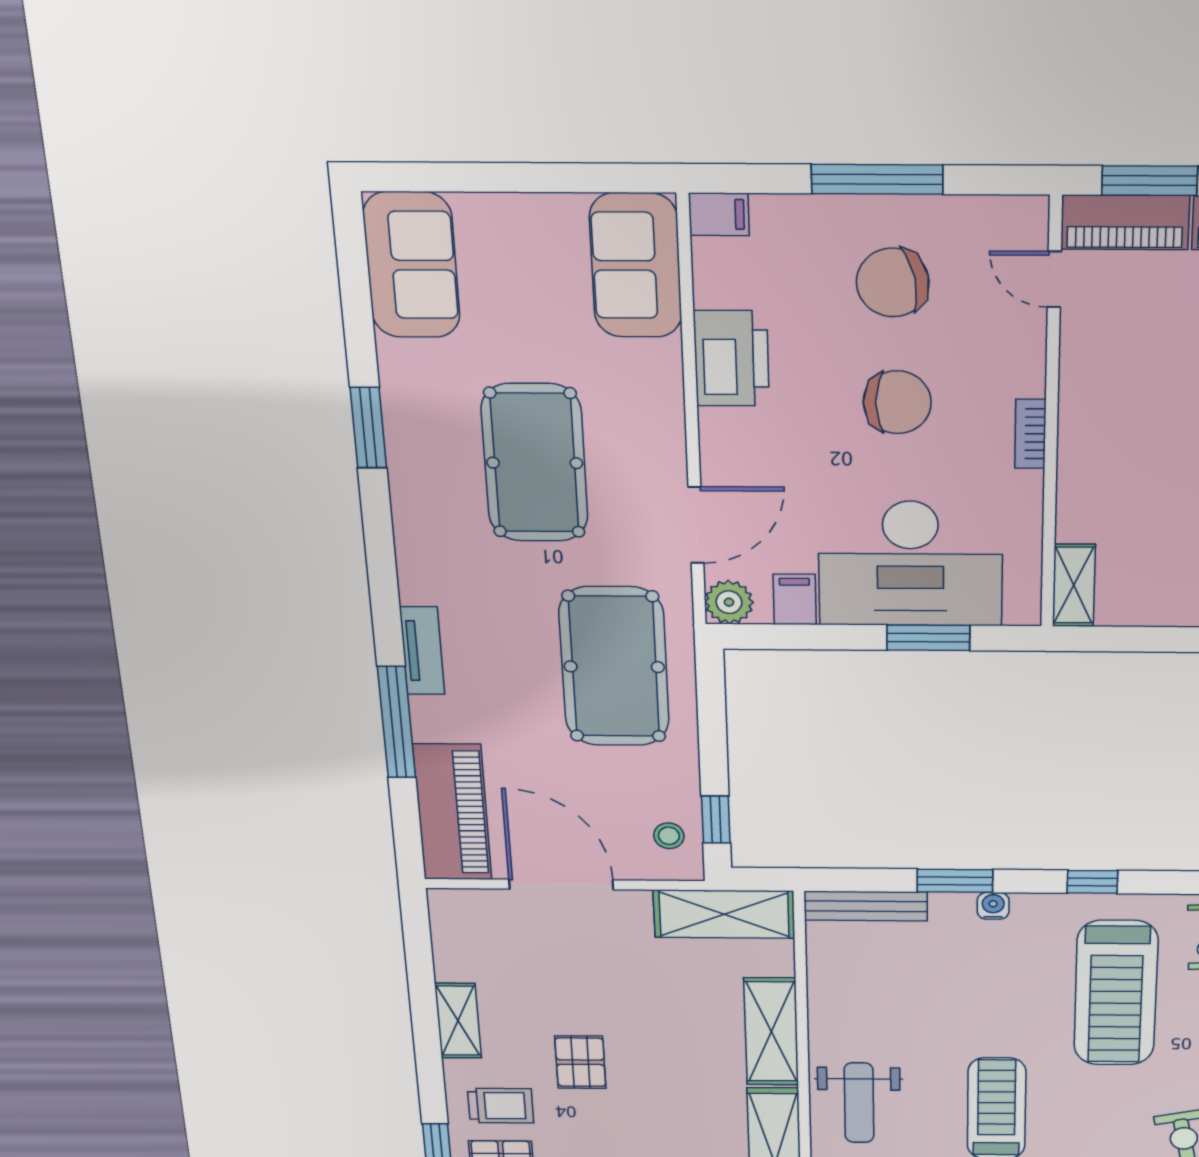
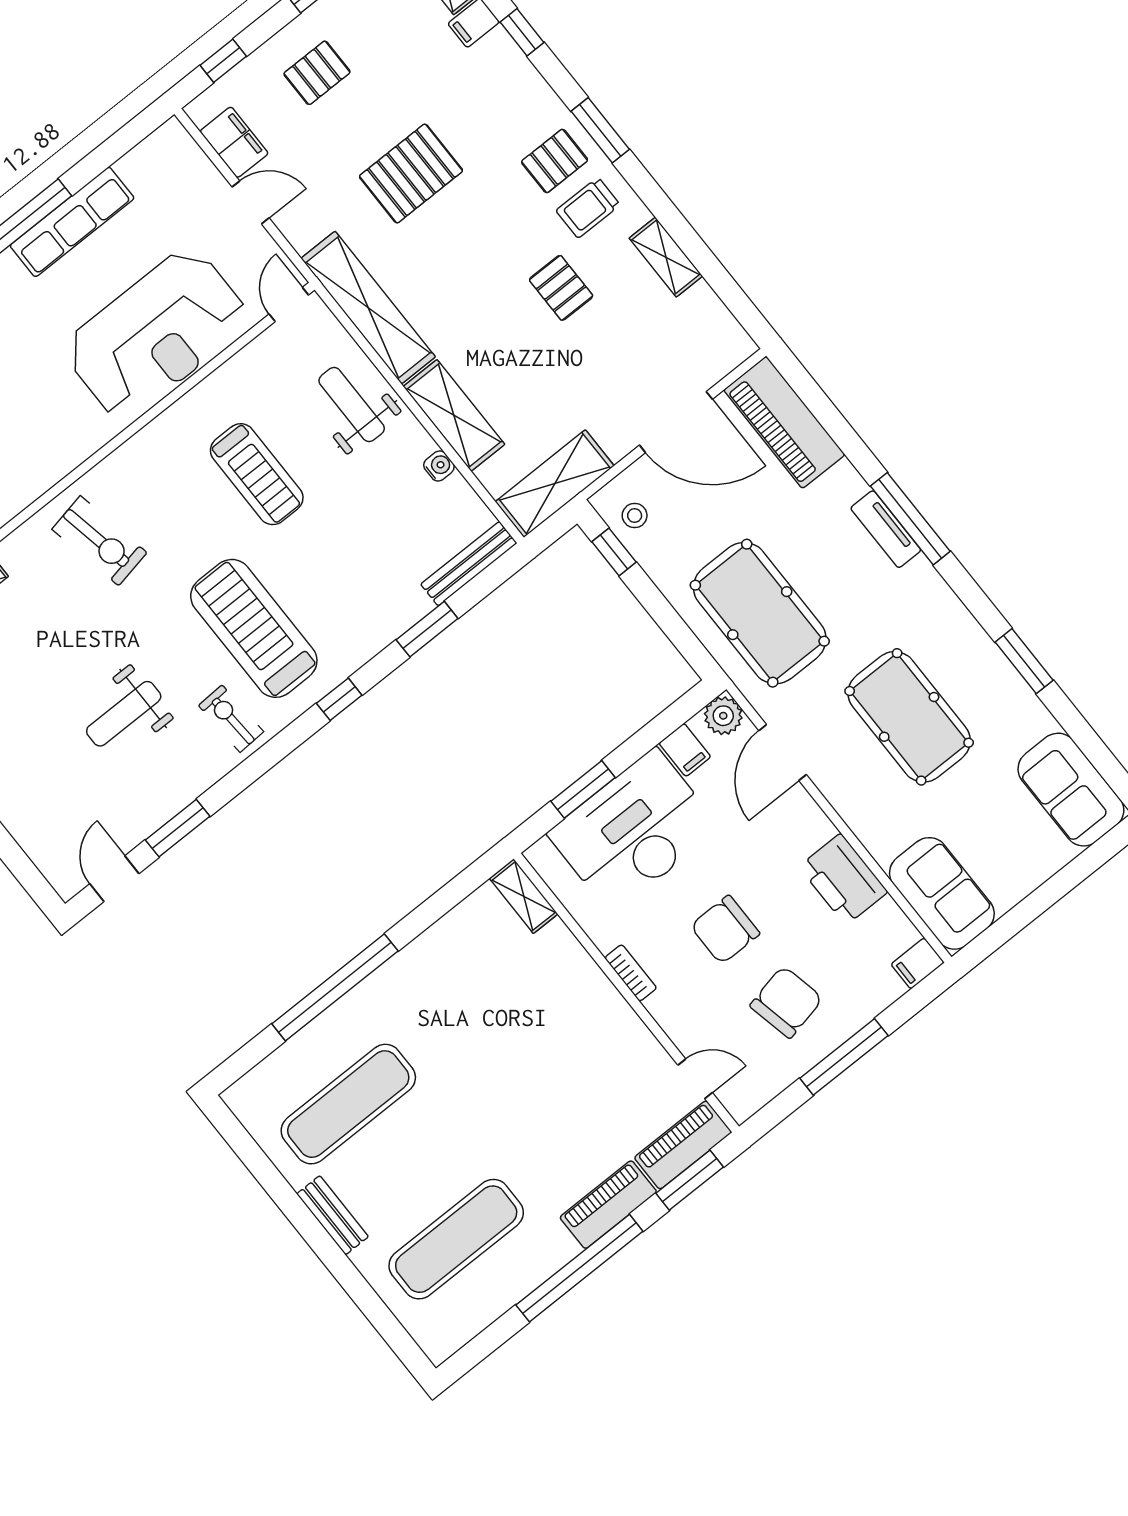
window: (397, 722) -> (910, 519), moved
water cooler: (993, 906) -> (439, 466), moved, turned -90

